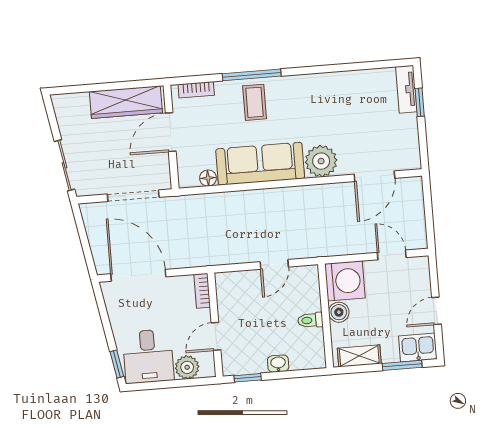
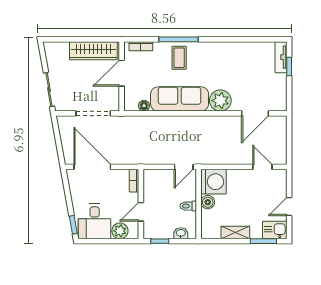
washing machine: (345, 281) -> (213, 182), moved
boiler: (339, 312) -> (208, 202), moved
wall: (326, 316) -> (199, 204), moved
toilet: (310, 320) -> (188, 206), moved

